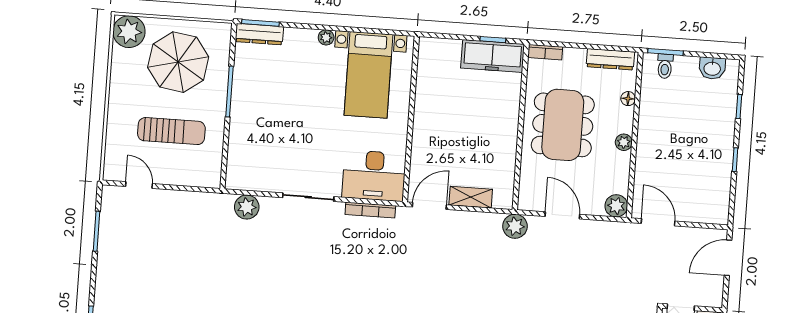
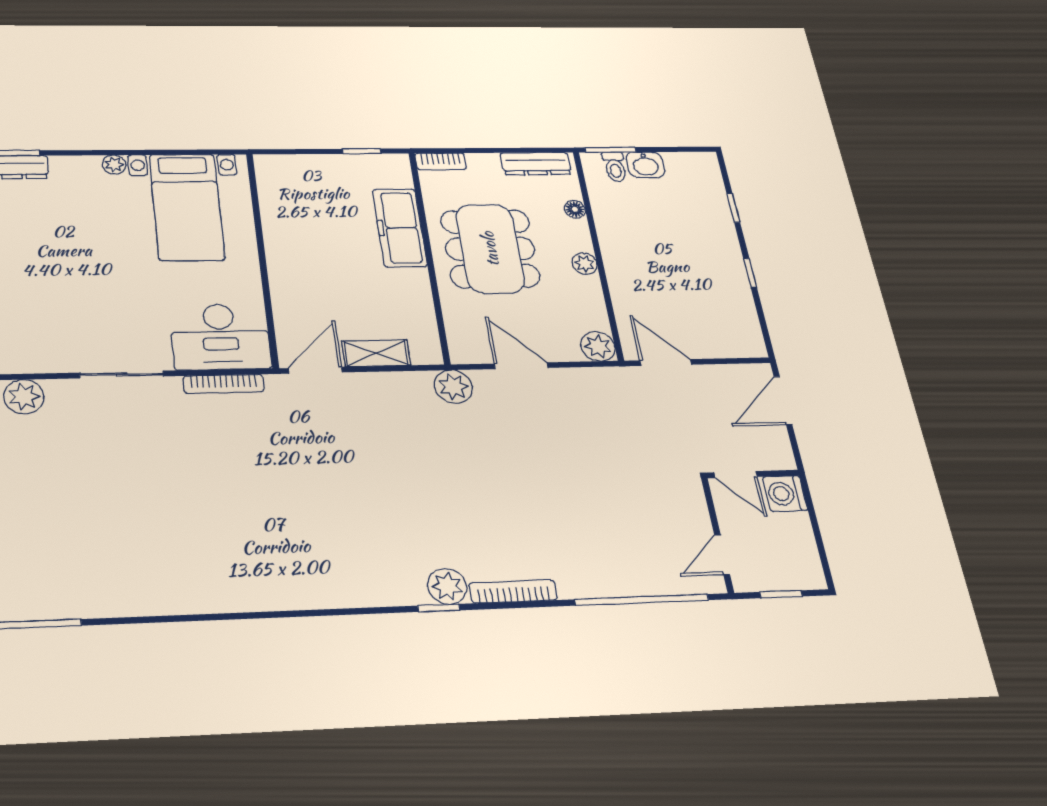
freezer: (493, 56) -> (400, 228), moved, turned 90
washbasin: (712, 68) -> (645, 165), moved

